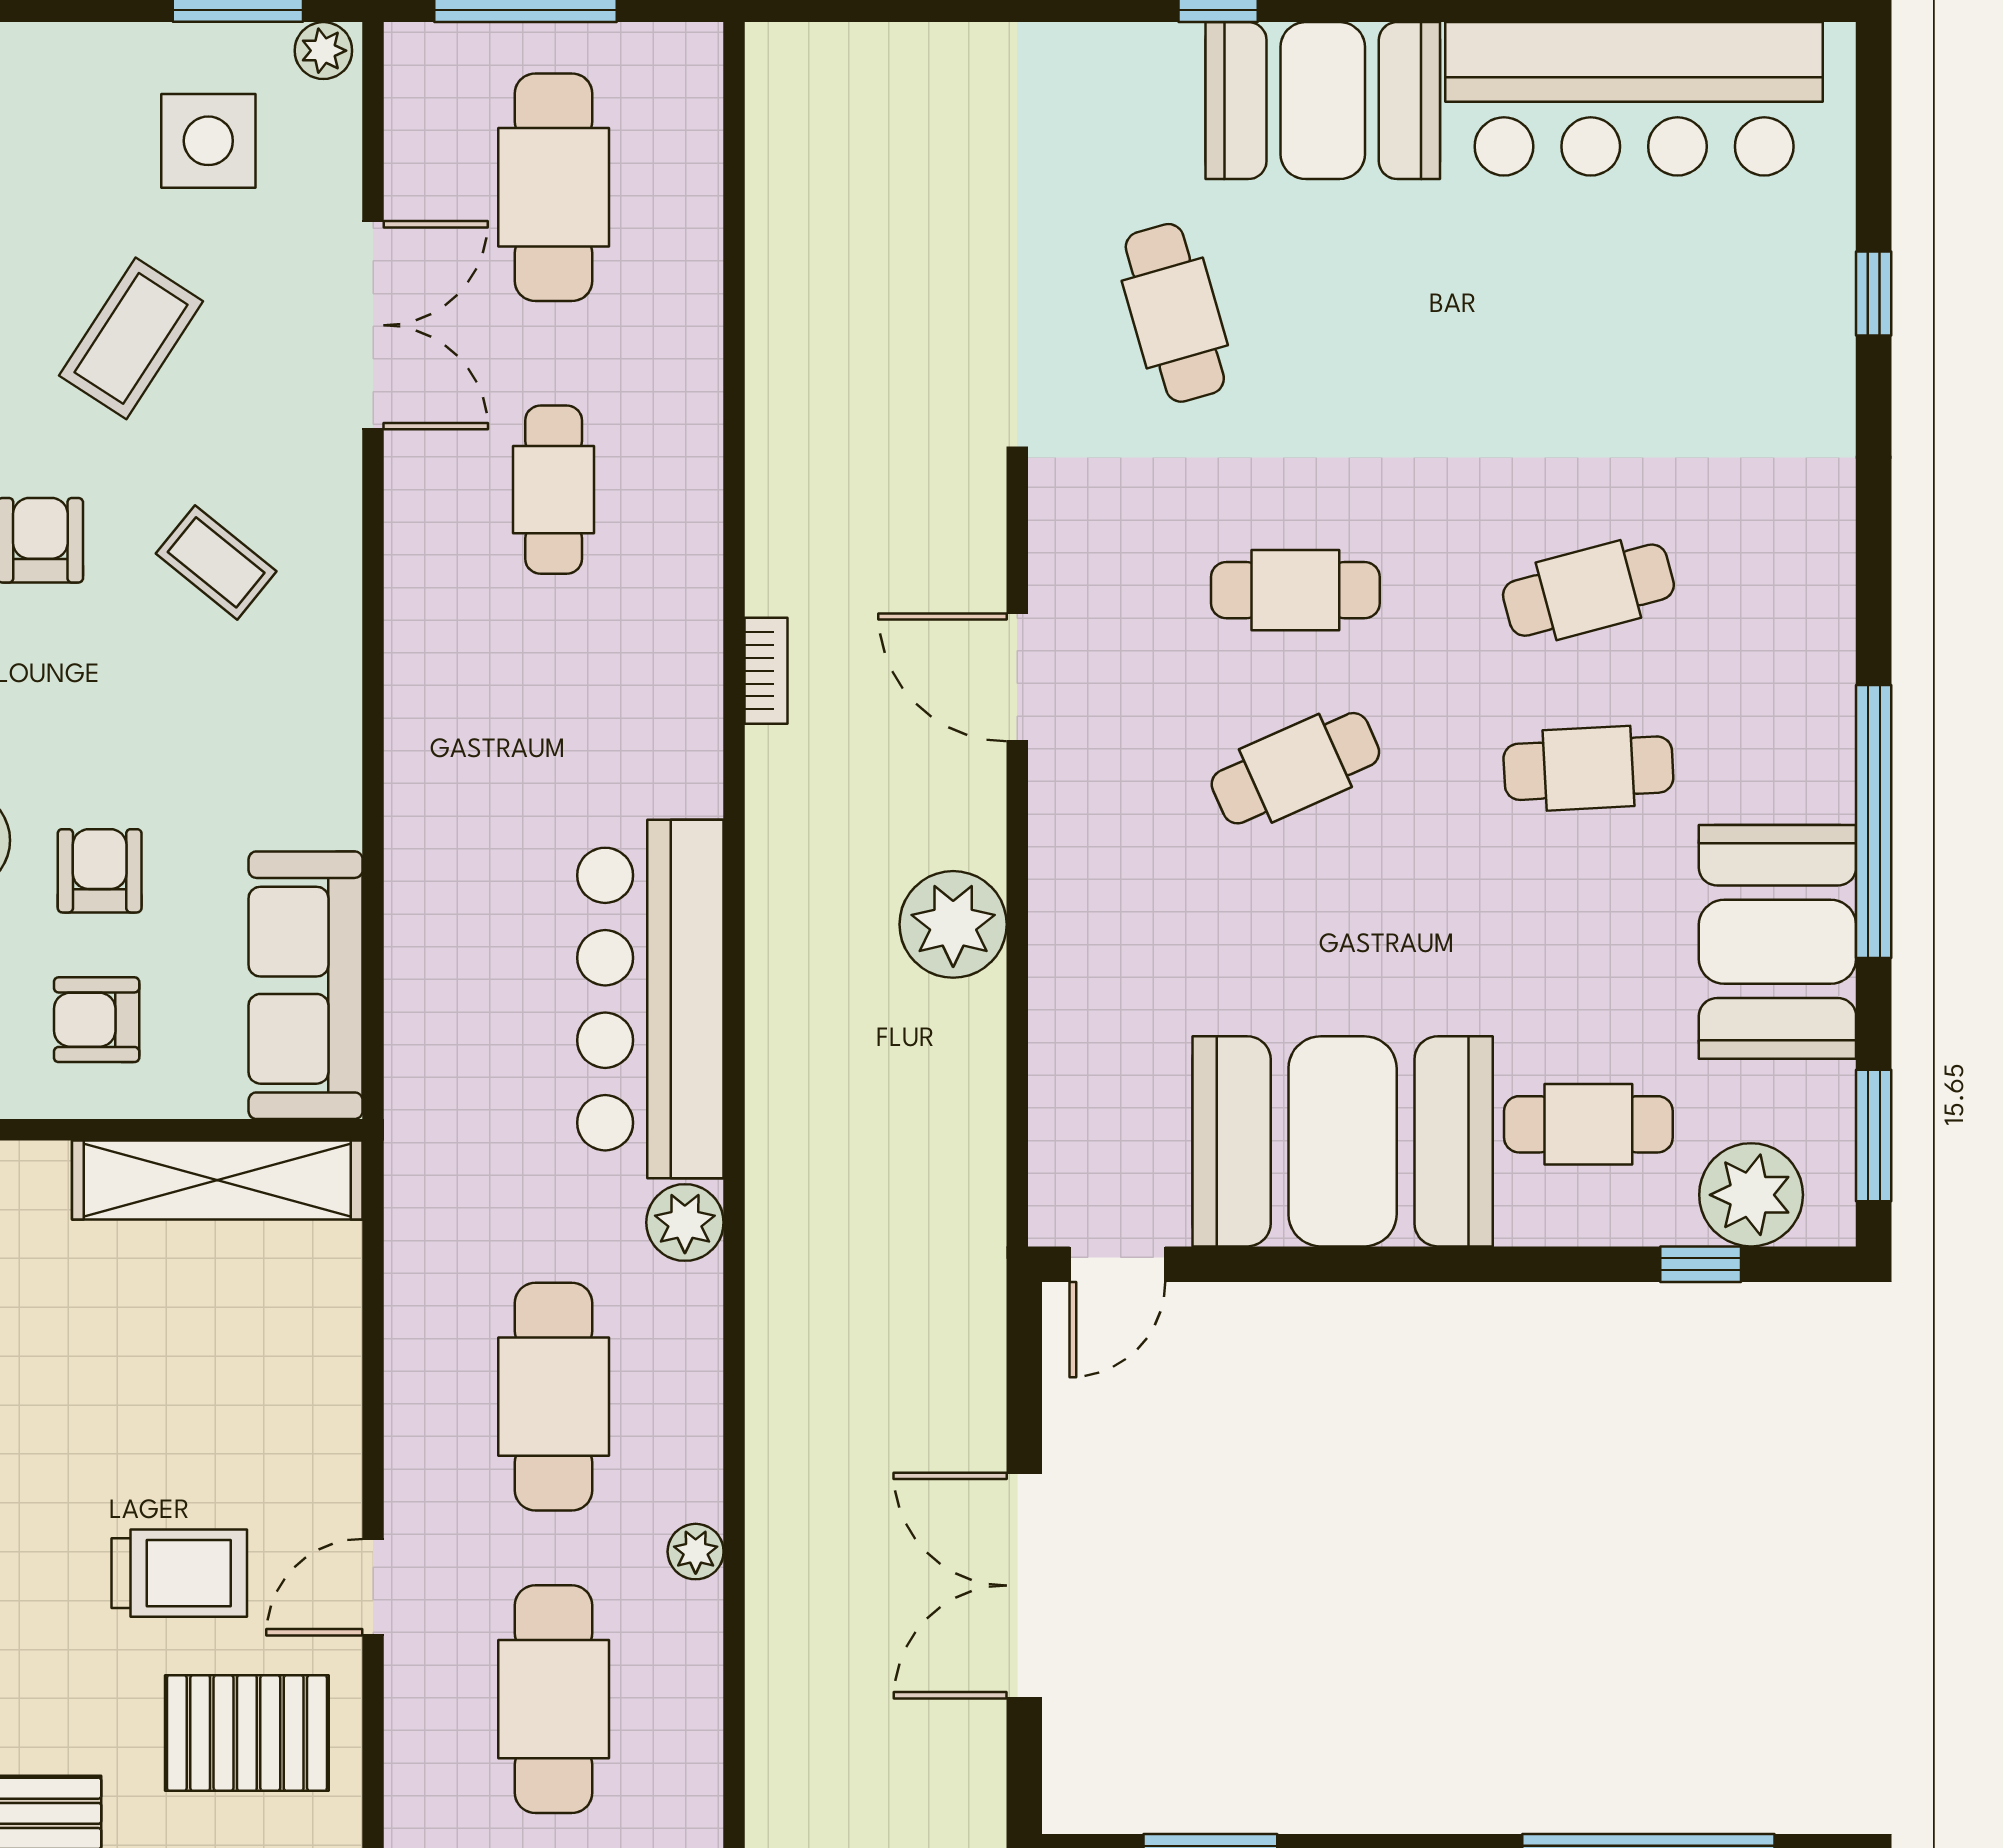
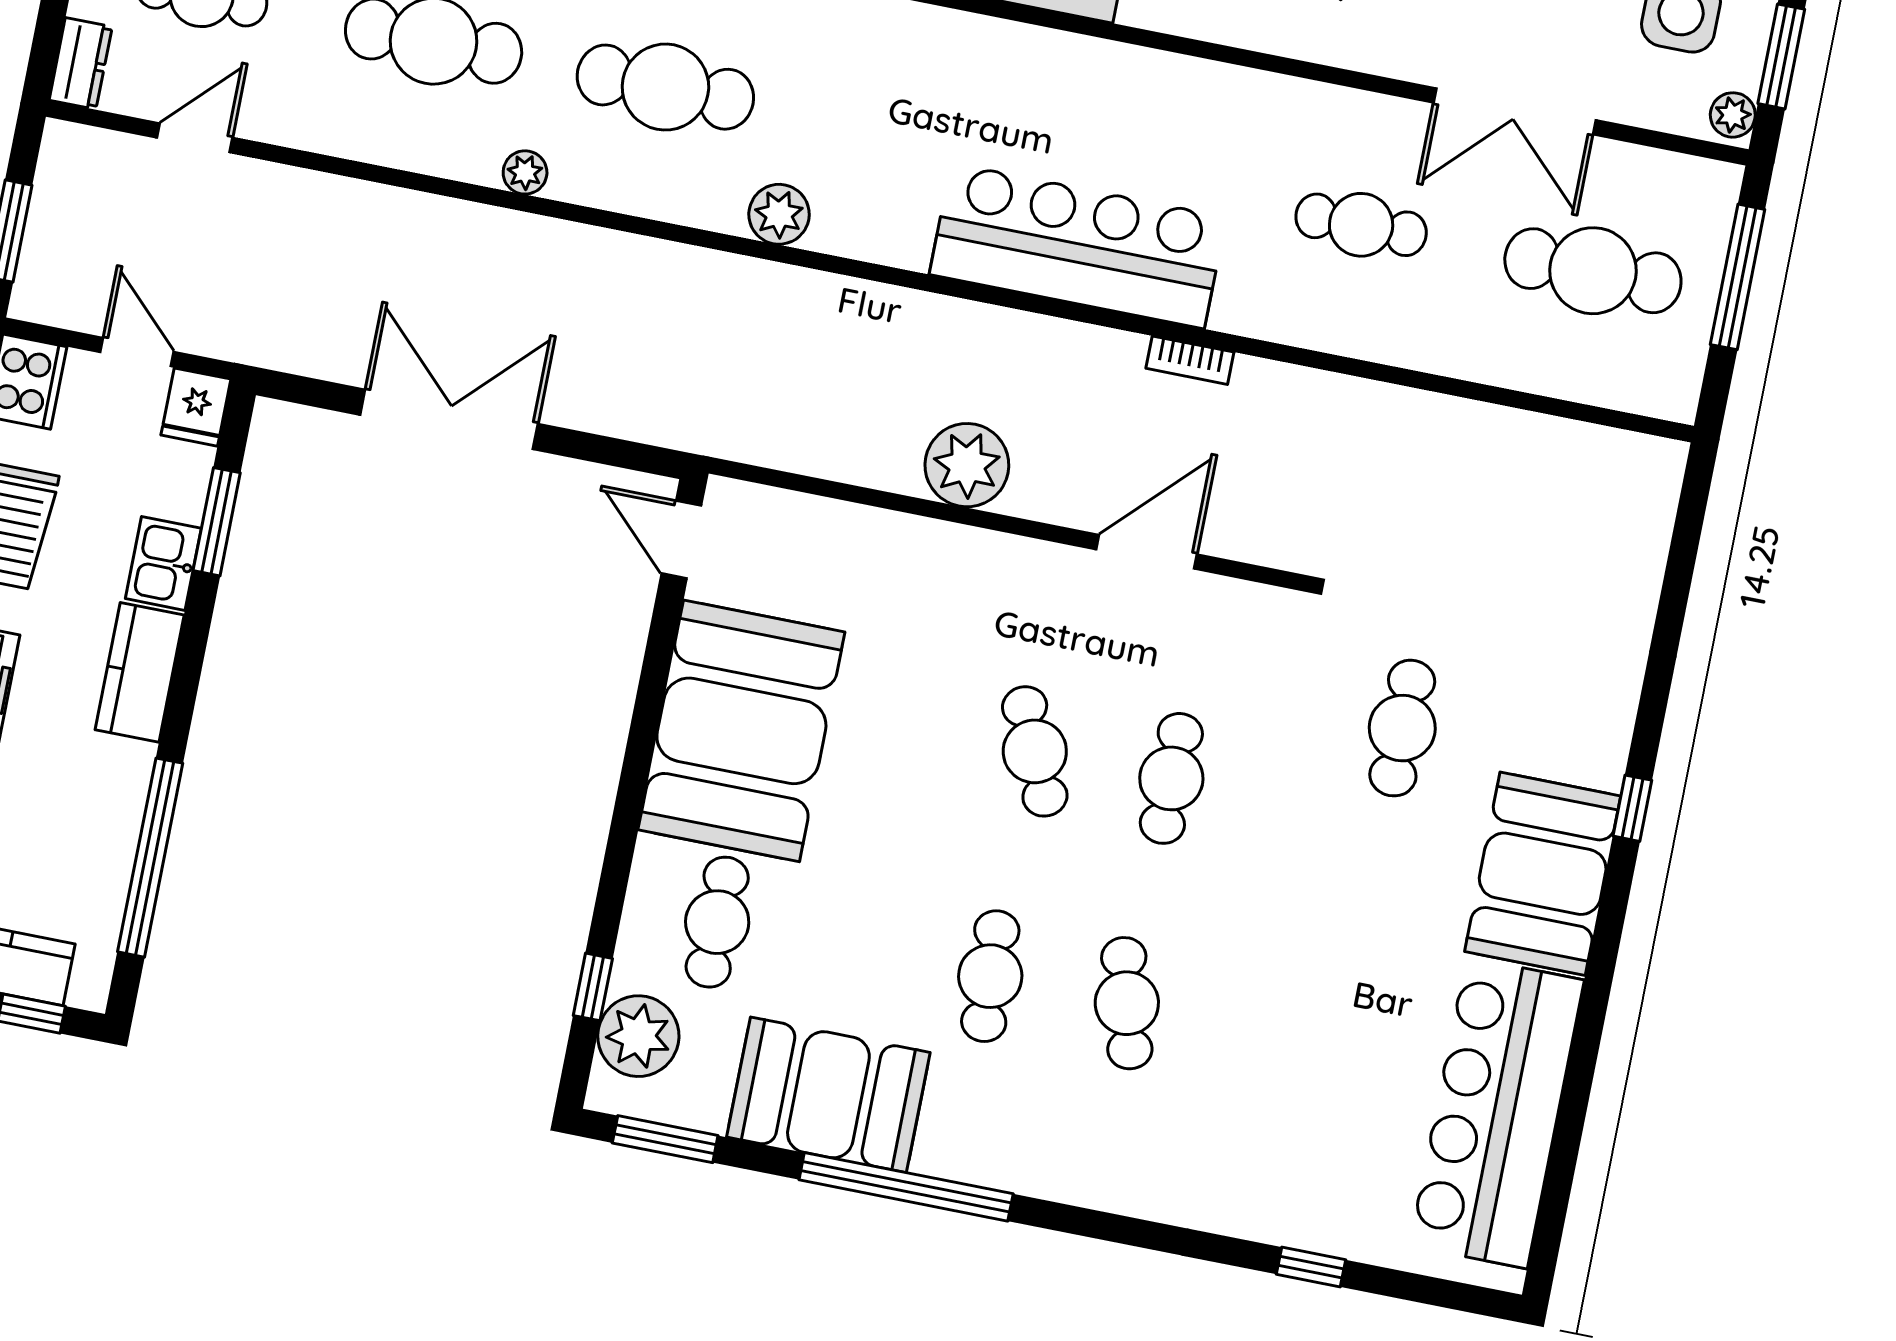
cafe table: (1175, 313) -> (1402, 728), turned -74
bar counter: (650, 999) -> (1078, 246), moved

